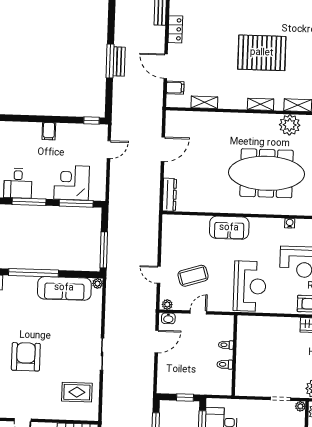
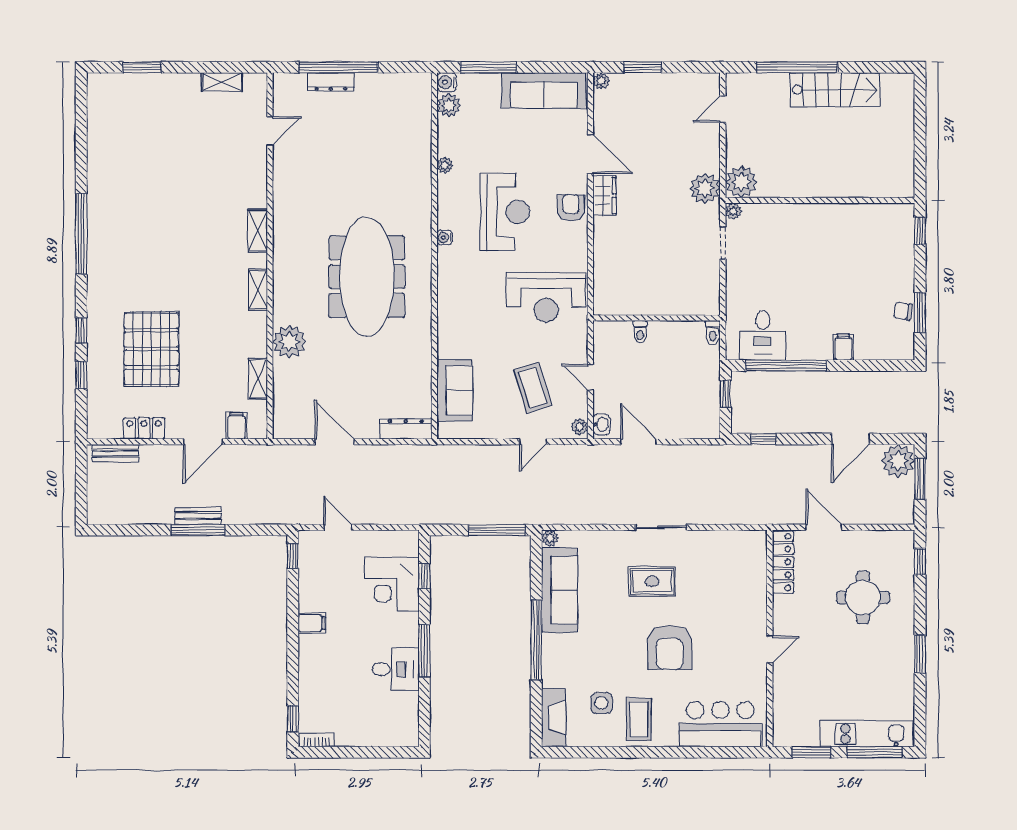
pallet: (262, 53) -> (151, 349), moved
plant: (290, 125) -> (289, 342), moved
window: (76, 203) -> (424, 576), width x0.46
sofa: (229, 228) -> (455, 391), moved
reception desk: (250, 286) -> (546, 297), turned 180
armchair: (26, 357) -> (670, 648), turned -90
toilet: (225, 364) -> (713, 333), moved
rug: (77, 392) -> (652, 581), moved, turned 90

